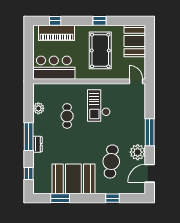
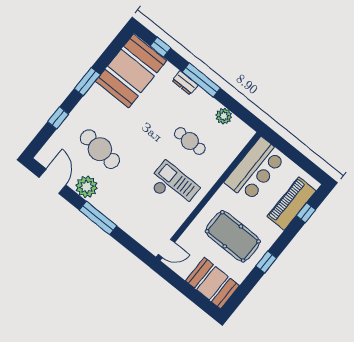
booth: (73, 179) -> (131, 71), moved
window: (60, 198) -> (87, 82), moved

